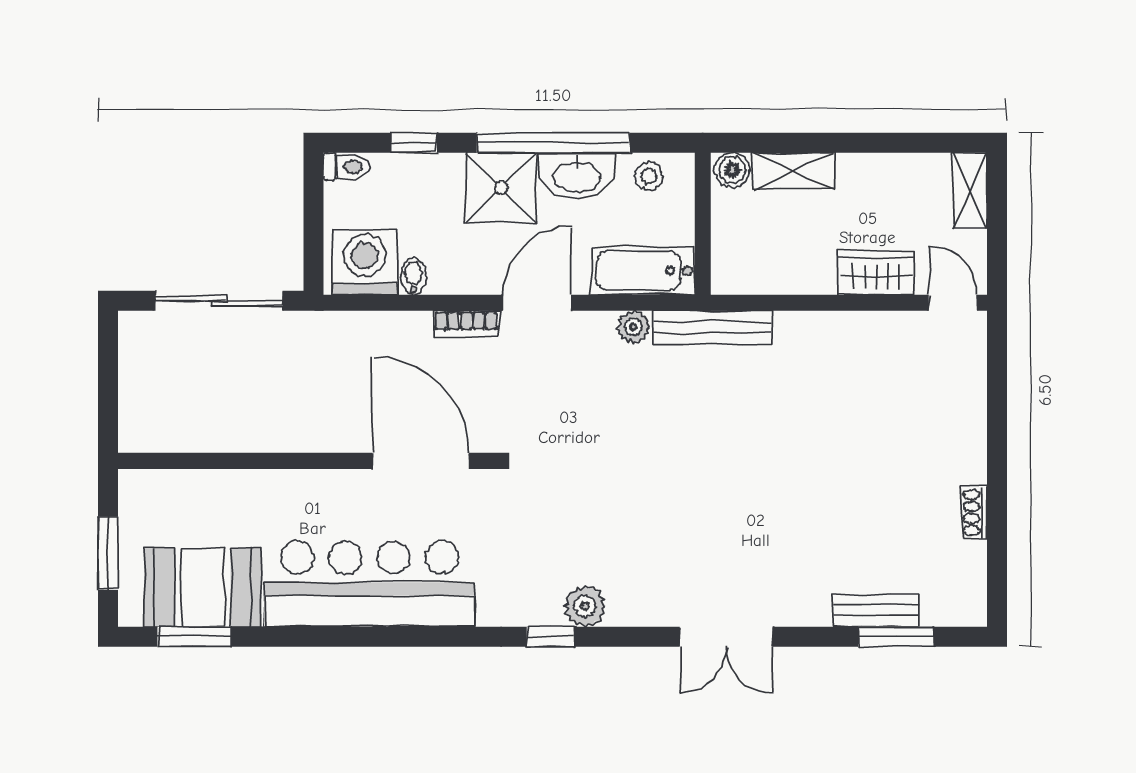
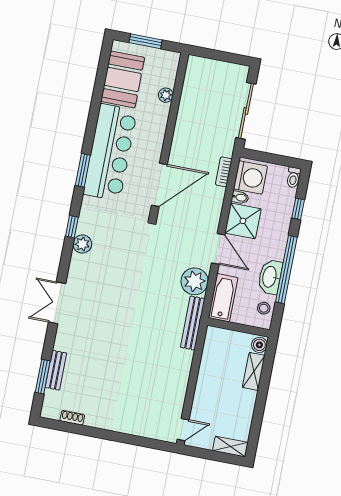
shower: (501, 188) -> (243, 221), moved
wardrobe: (876, 273) -> (203, 399), removed
bookcase: (466, 324) -> (224, 172), moved
plant: (633, 327) -> (195, 281), width x1.87, depth x1.87
plant: (219, 485) -> (166, 95), added
shoe rack: (975, 512) -> (72, 418), moved
window: (194, 637) -> (83, 170), moved

